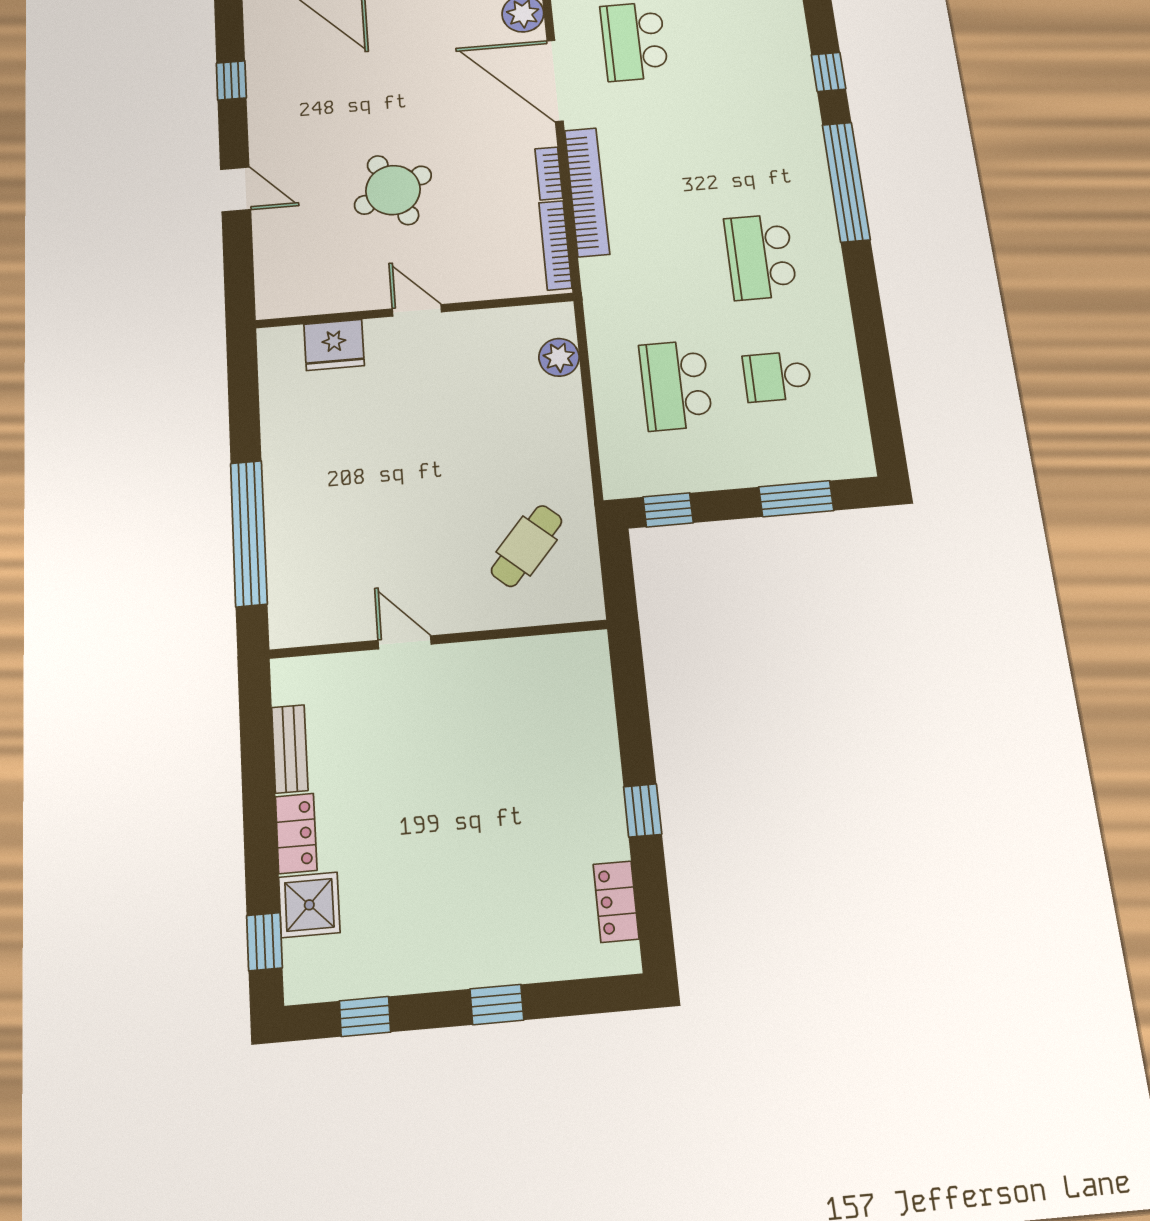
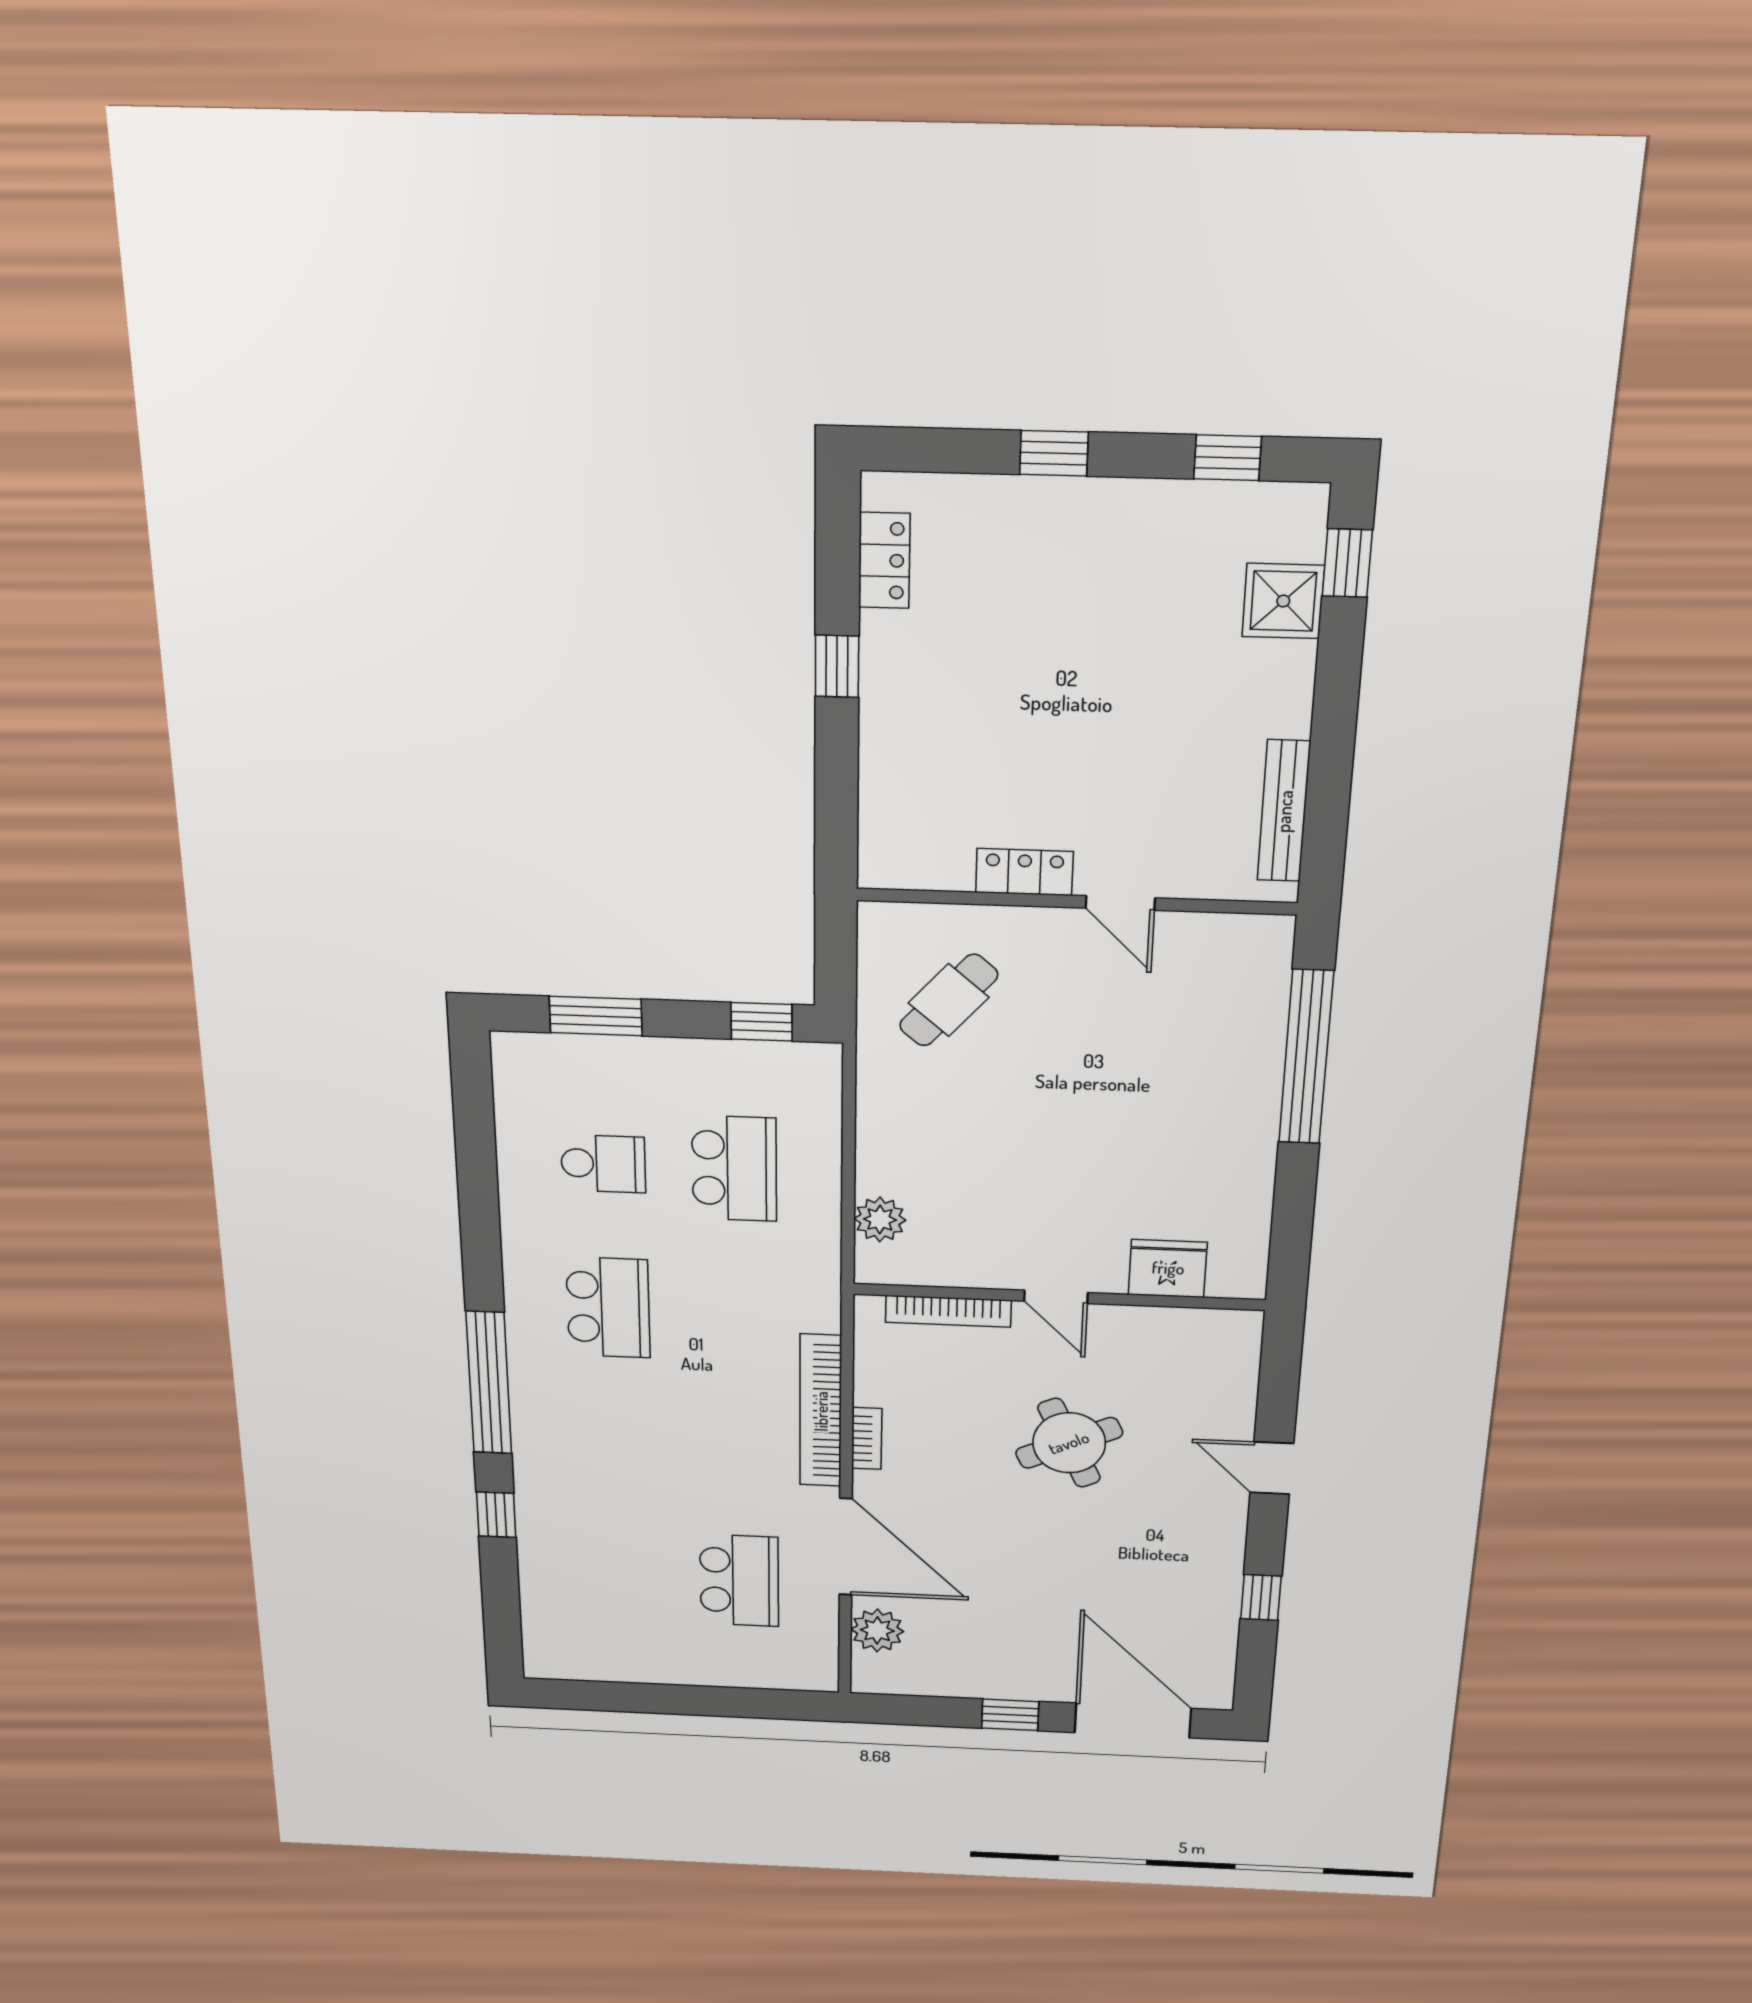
bookcase: (555, 245) -> (948, 1311), moved, turned 90
bench: (290, 749) -> (1284, 811), width x1.36
locker: (296, 833) -> (1024, 872), moved, turned 90

